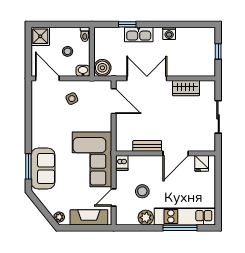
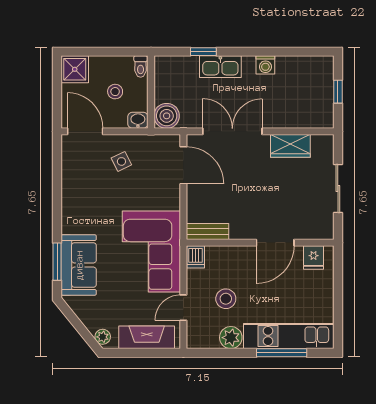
bench: (147, 146) -> (207, 232), moved

